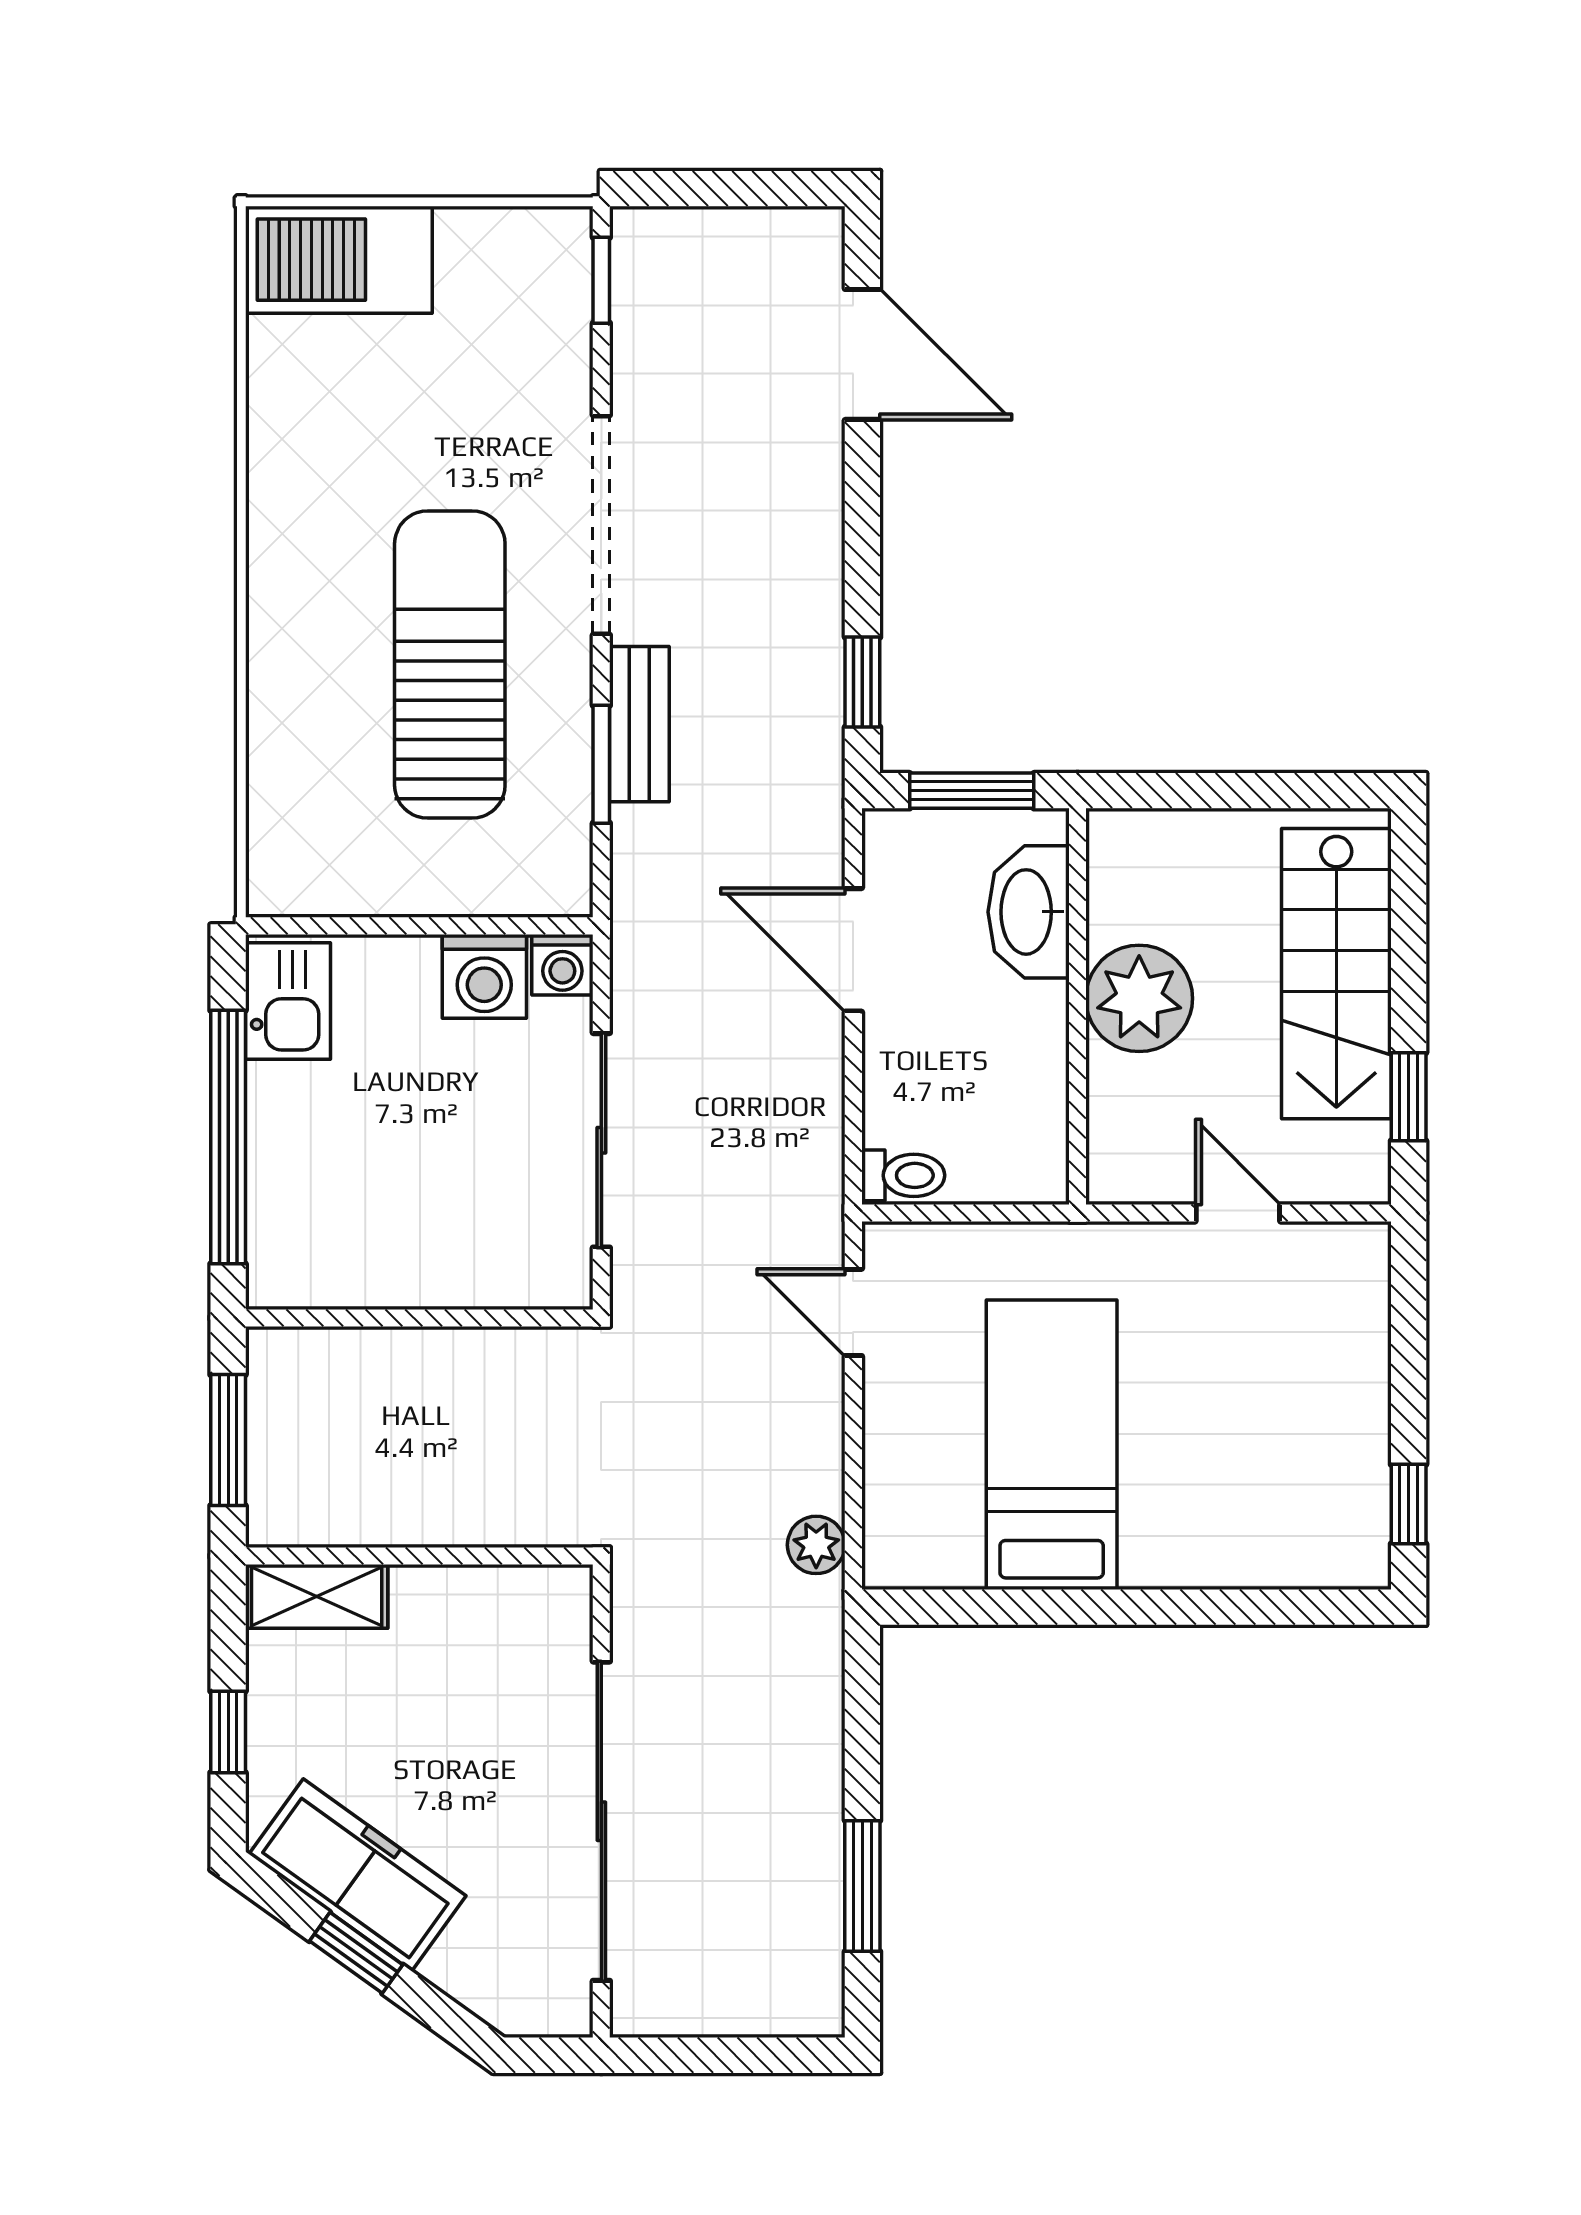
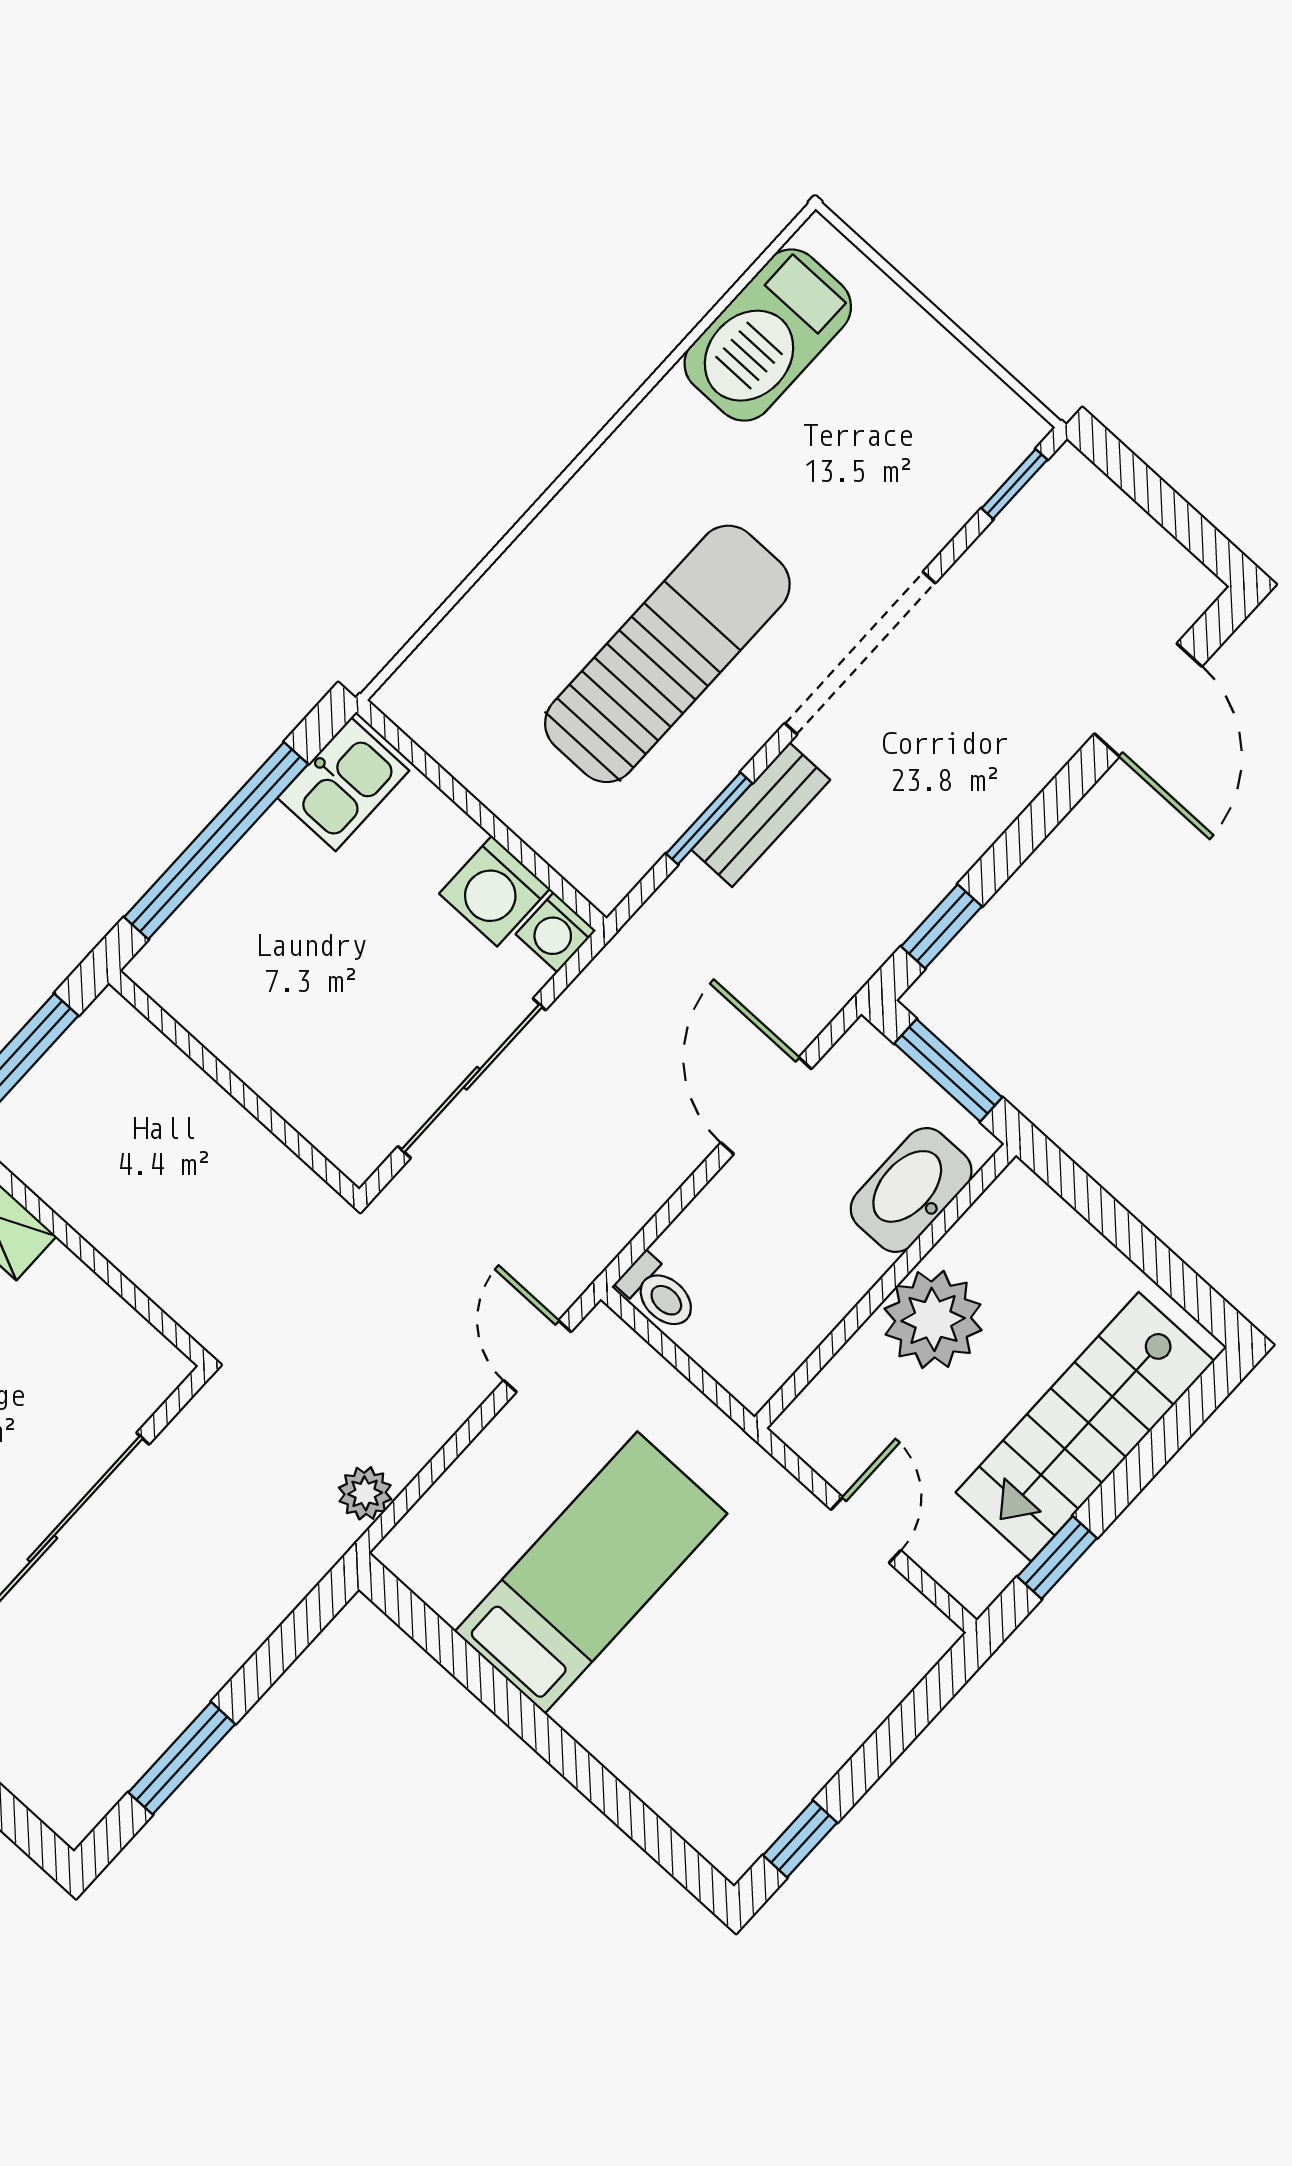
barbecue: (339, 260) -> (768, 335), moved, turned -90

